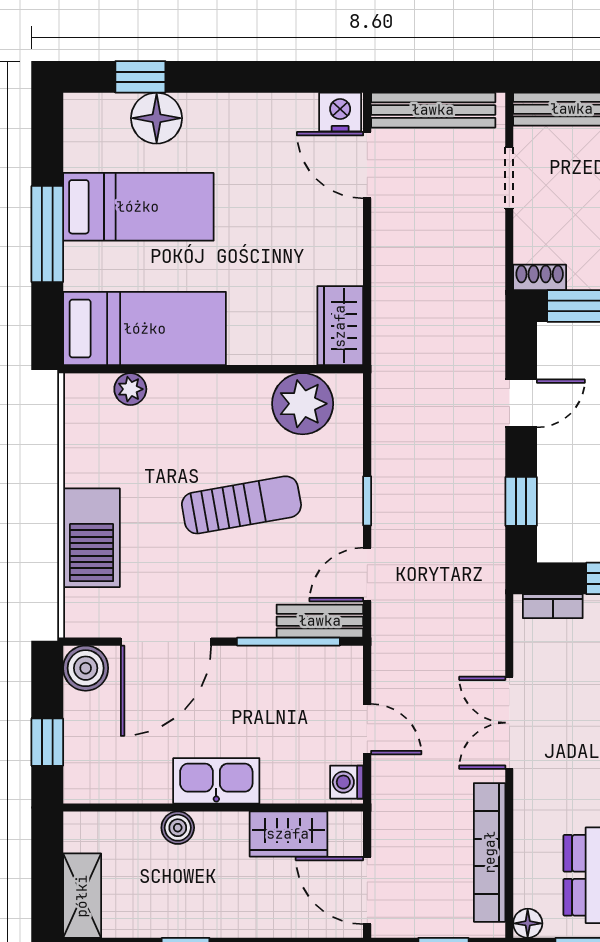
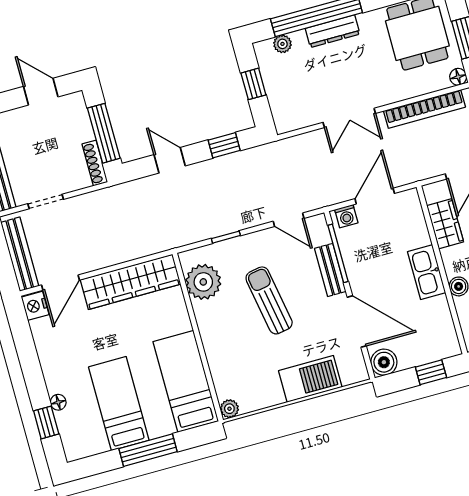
floor lamp: (157, 118) -> (58, 402), width x0.53, depth x0.53
shoe rack: (540, 277) -> (95, 163), width x1.43
wardrobe: (340, 326) -> (130, 282), width x2.10, depth x1.17
plant: (130, 389) -> (229, 409), moved
window: (367, 501) -> (226, 237), moved
bookcase: (553, 606) -> (278, 112), removed
bench: (320, 621) -> (330, 270), moved
door: (367, 729) -> (375, 196), width x1.38
washing machine: (347, 782) -> (346, 216), moved

